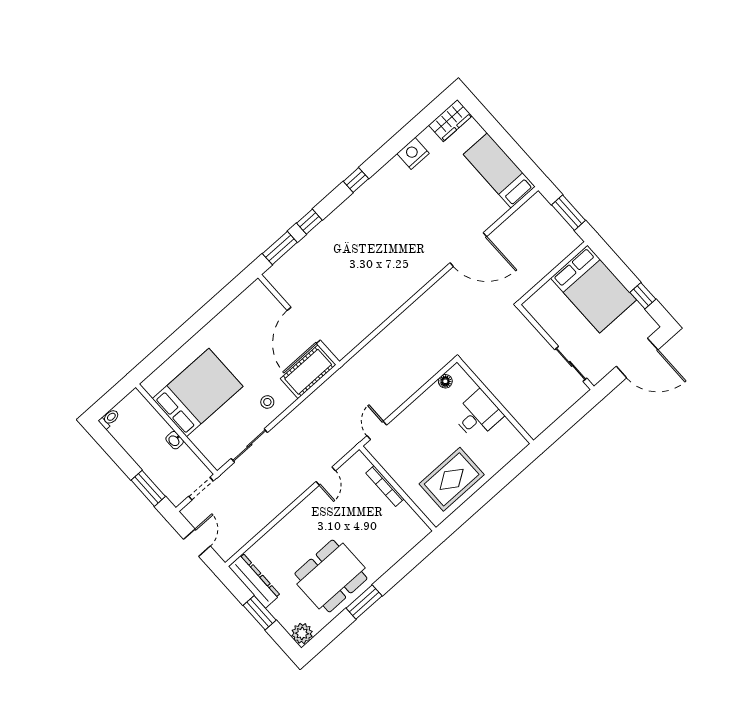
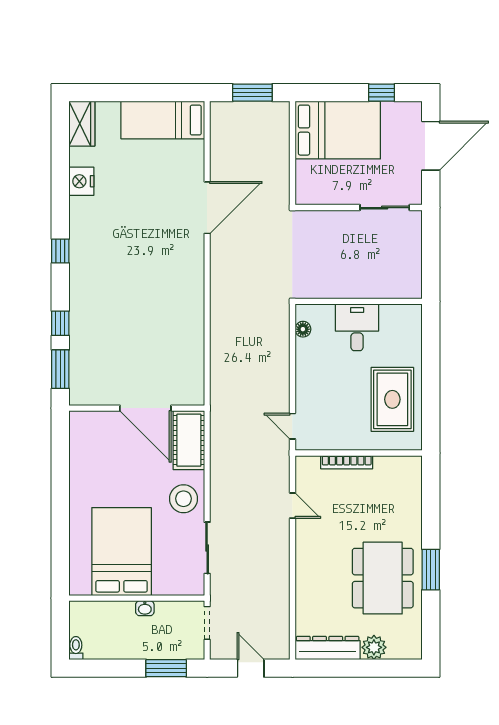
stool: (267, 402) -> (183, 499), width x1.89, depth x1.89
window: (260, 613) -> (359, 668), removed
plant: (302, 633) -> (374, 647), moved

